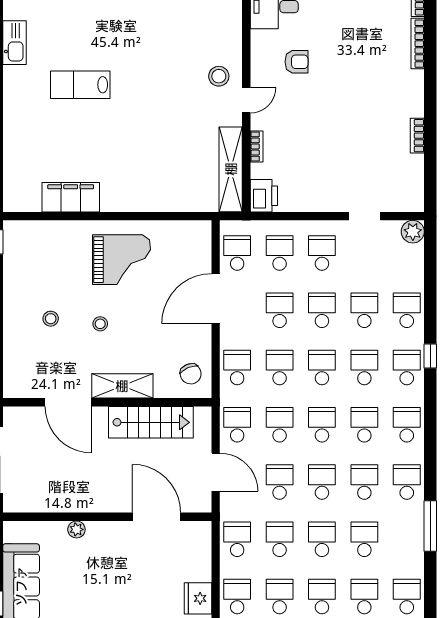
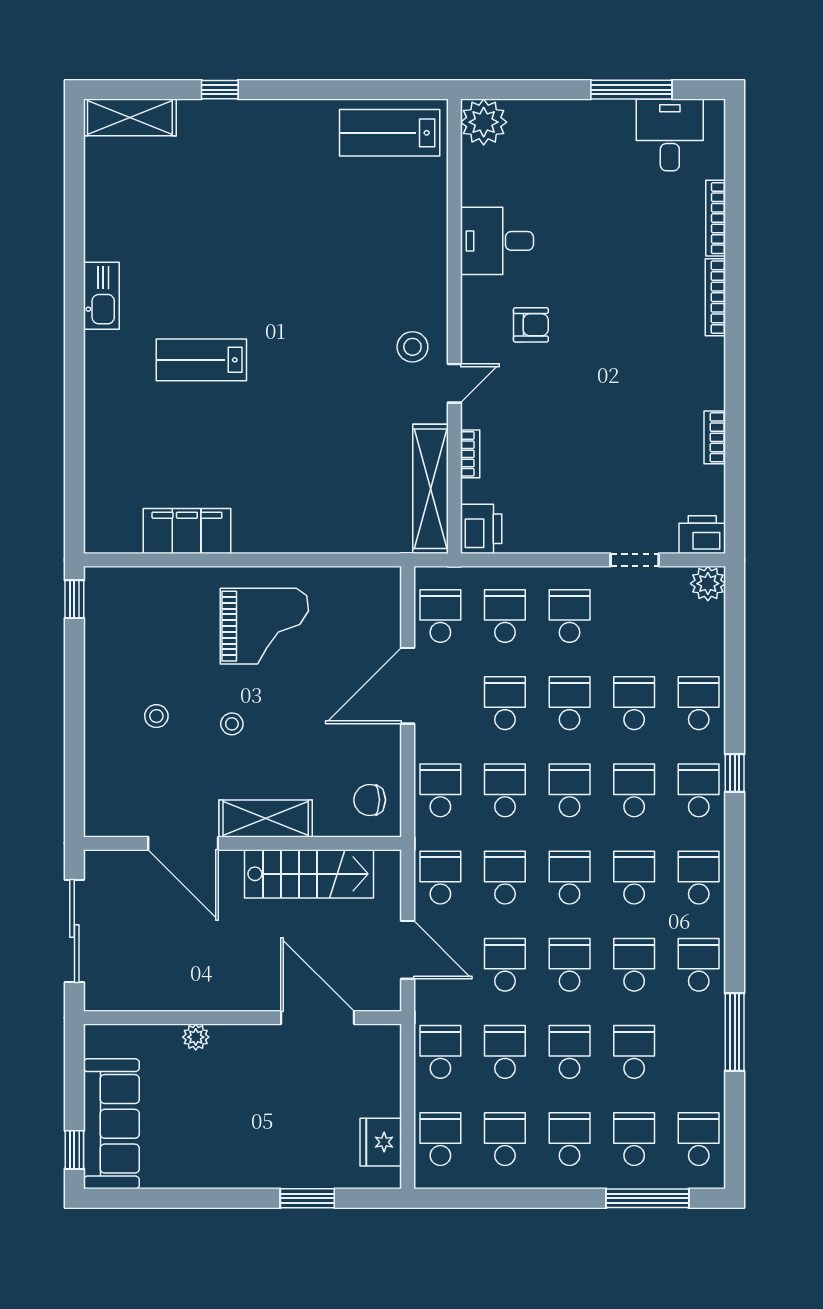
printer: (409, 200) -> (702, 535), added
chair: (191, 374) -> (370, 800), turned 112

